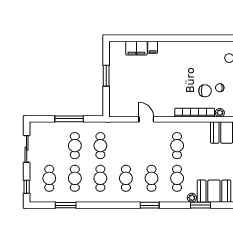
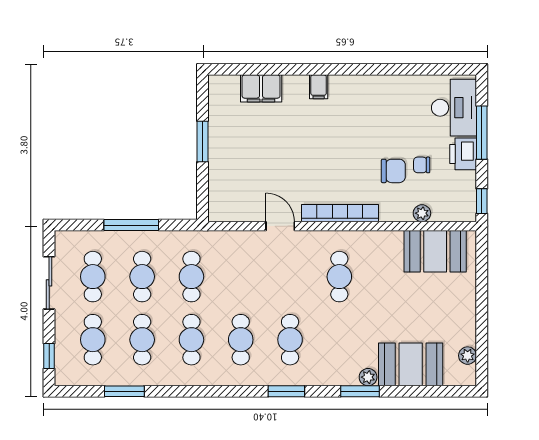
filing cabinet: (153, 47) -> (319, 87), moved
bookcase: (195, 113) -> (340, 213), moved
cafe table: (177, 178) -> (93, 277), moved
window: (200, 205) -> (360, 391), moved

